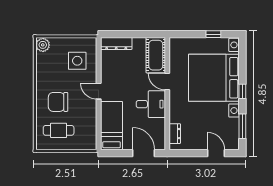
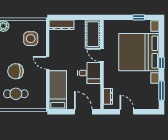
door: (216, 153) -> (127, 112), moved

